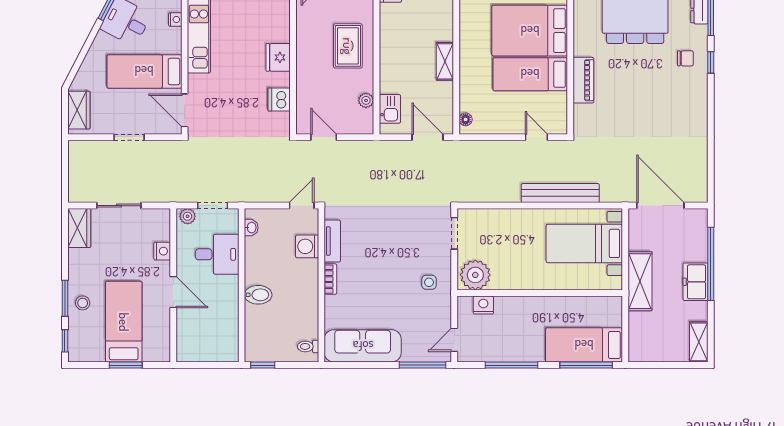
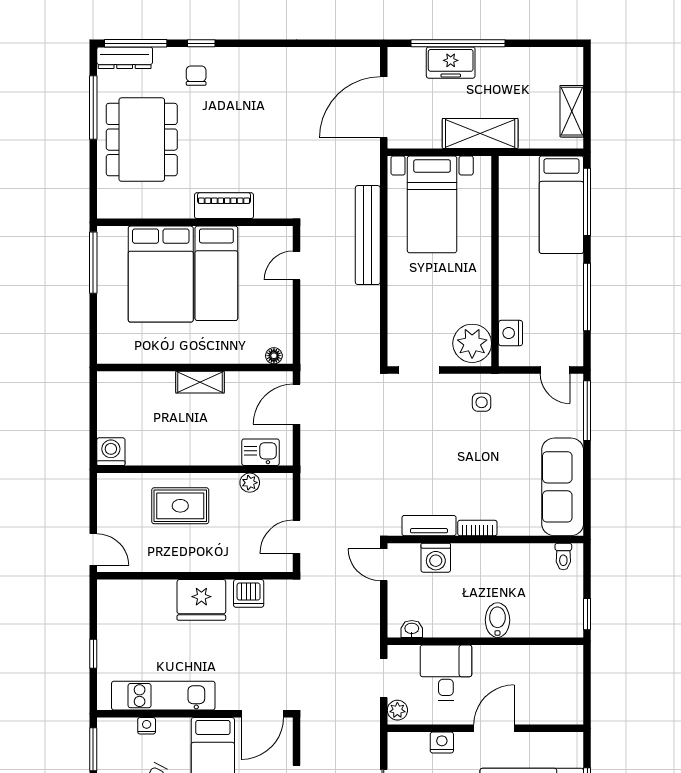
fridge: (278, 57) -> (201, 600), width x1.36, depth x1.34
freezer: (696, 282) -> (451, 63), moved
shelving: (699, 342) -> (572, 111), moved, turned 90

